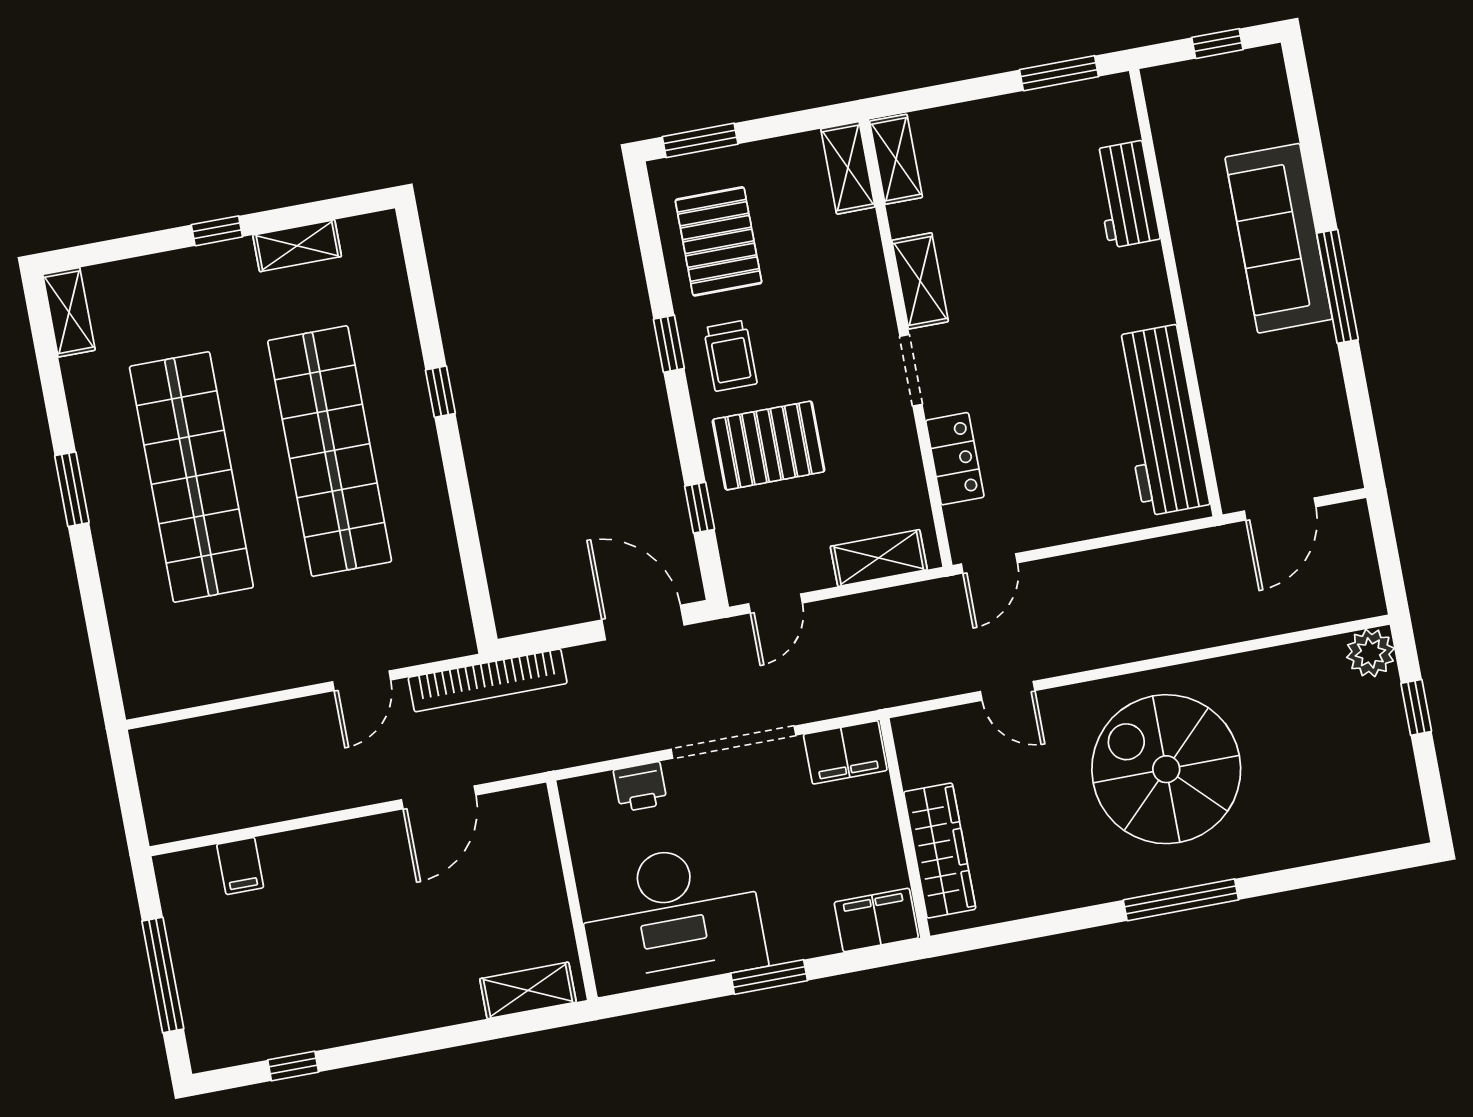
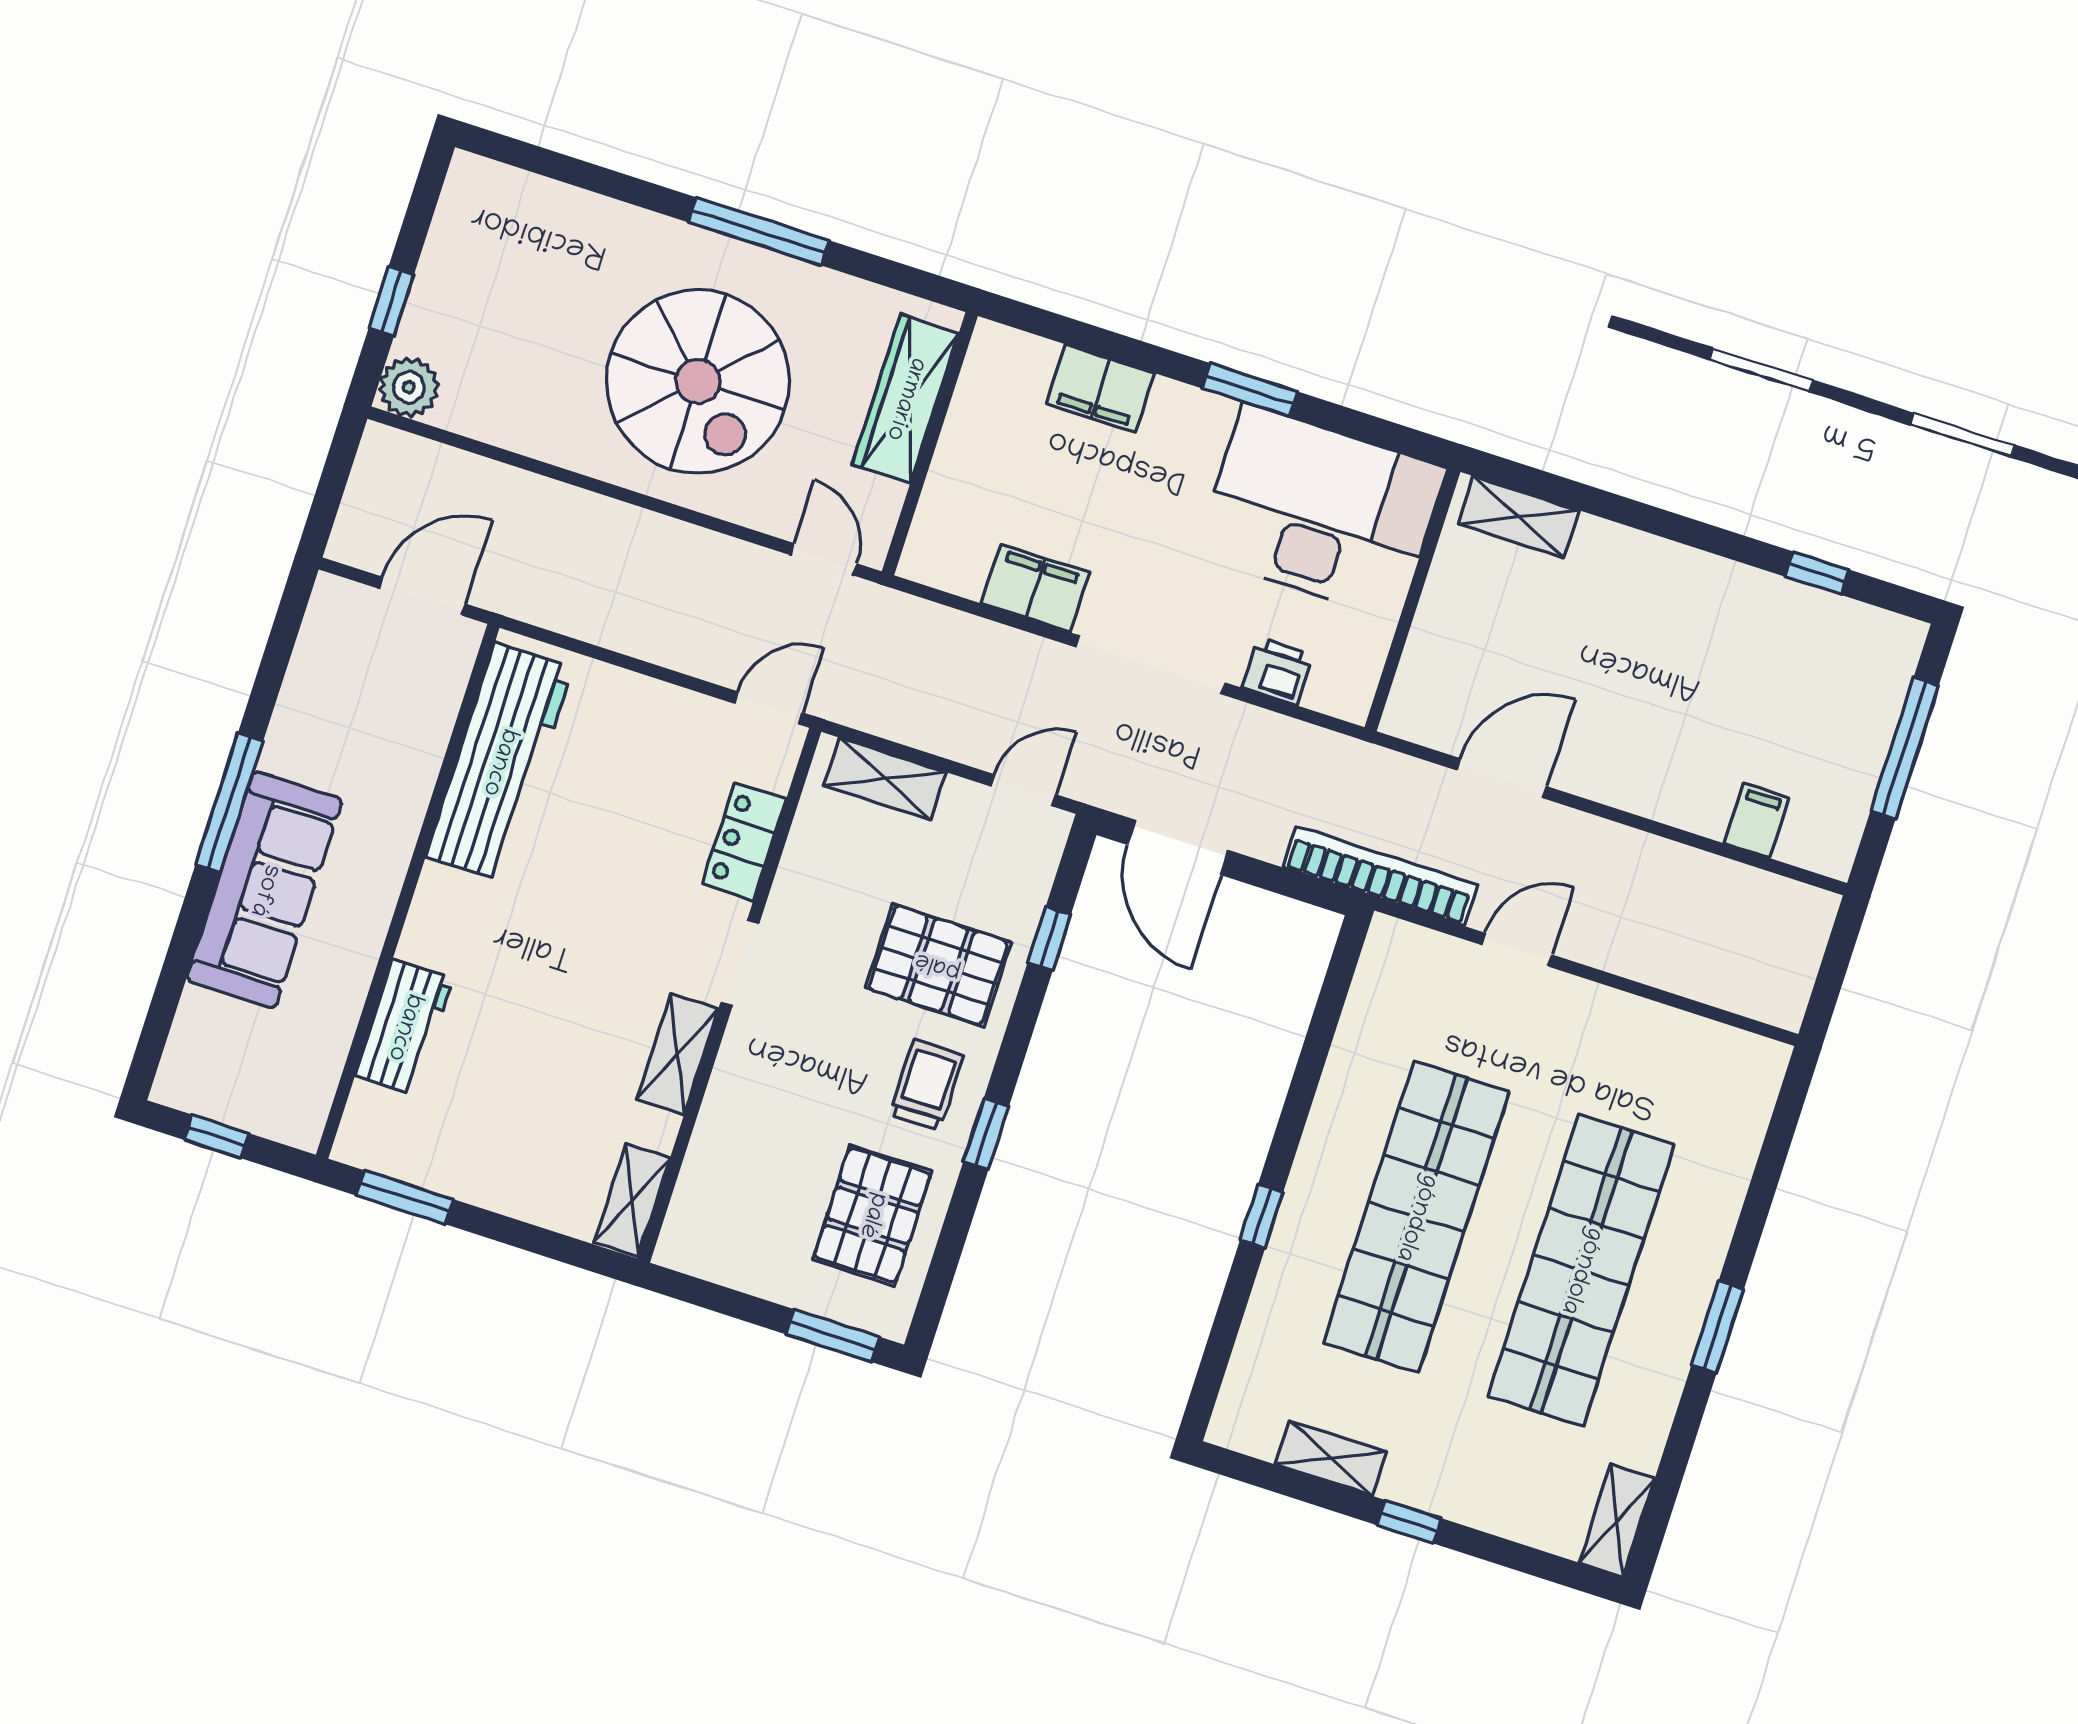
shelving: (848, 168) -> (689, 1219), removed
wall: (905, 828) -> (930, 444), moved
wardrobe: (940, 851) -> (905, 399), moved

